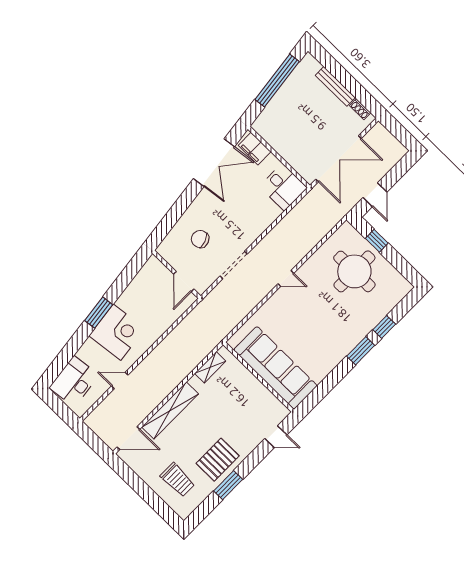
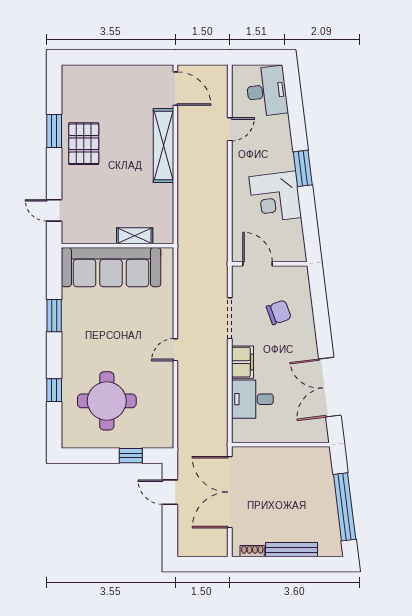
filing cabinet: (255, 149) -> (242, 362), moved, turned 90
desk: (283, 187) -> (252, 399), moved
round table: (354, 271) -> (107, 401), moved
corner desk: (117, 332) -> (275, 197), moved
window: (361, 351) -> (54, 316), moved
shelving: (210, 367) -> (135, 236), moved, turned 90
door: (276, 437) -> (54, 210), hinge flipped
door: (128, 438) -> (175, 89), swing flipped
trolley: (178, 480) -> (100, 94), removed

